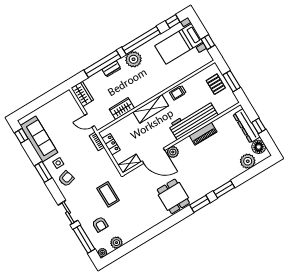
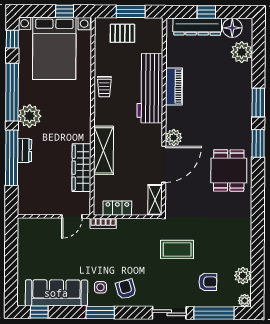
bed with nightstands: (179, 44) -> (54, 48), width x1.36
wardrobe: (82, 94) -> (34, 205), removed
wardrobe: (122, 109) -> (81, 168), width x1.50
shelving: (151, 109) -> (104, 150), moved
dining table: (173, 196) -> (229, 170), turned 90

